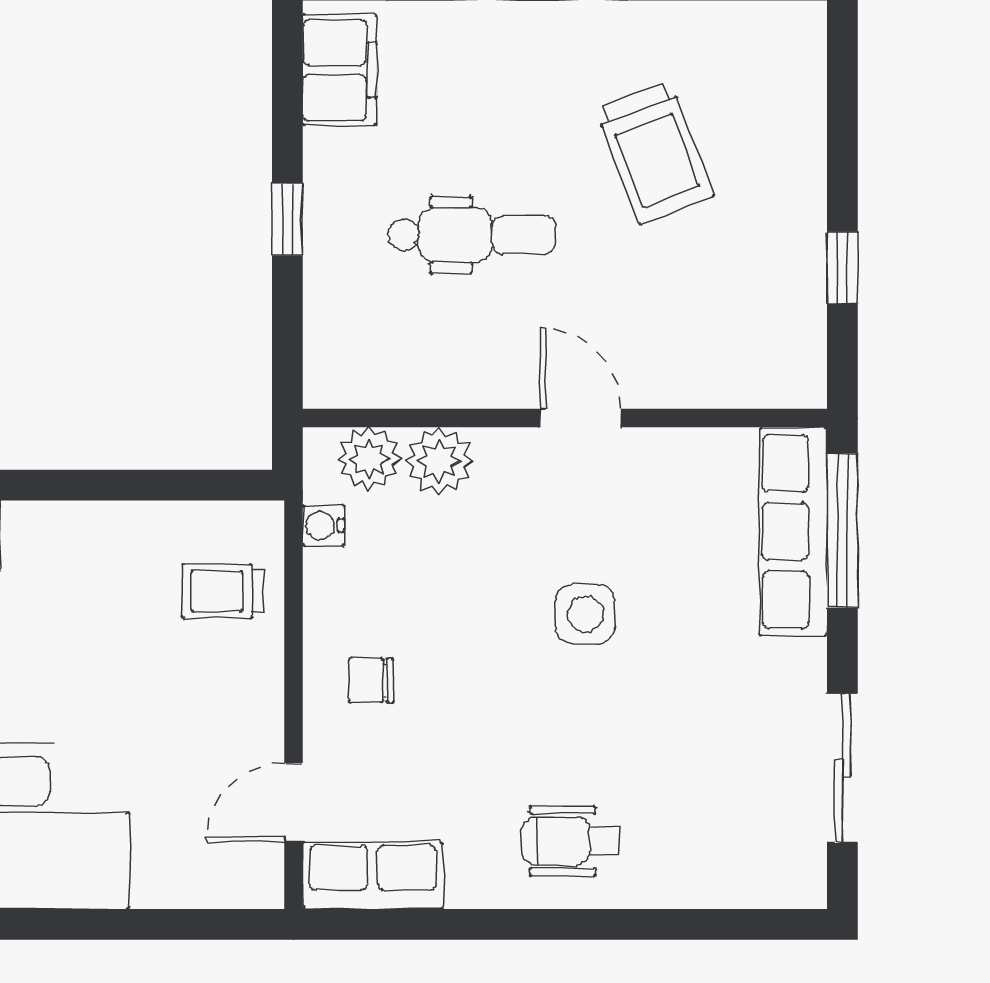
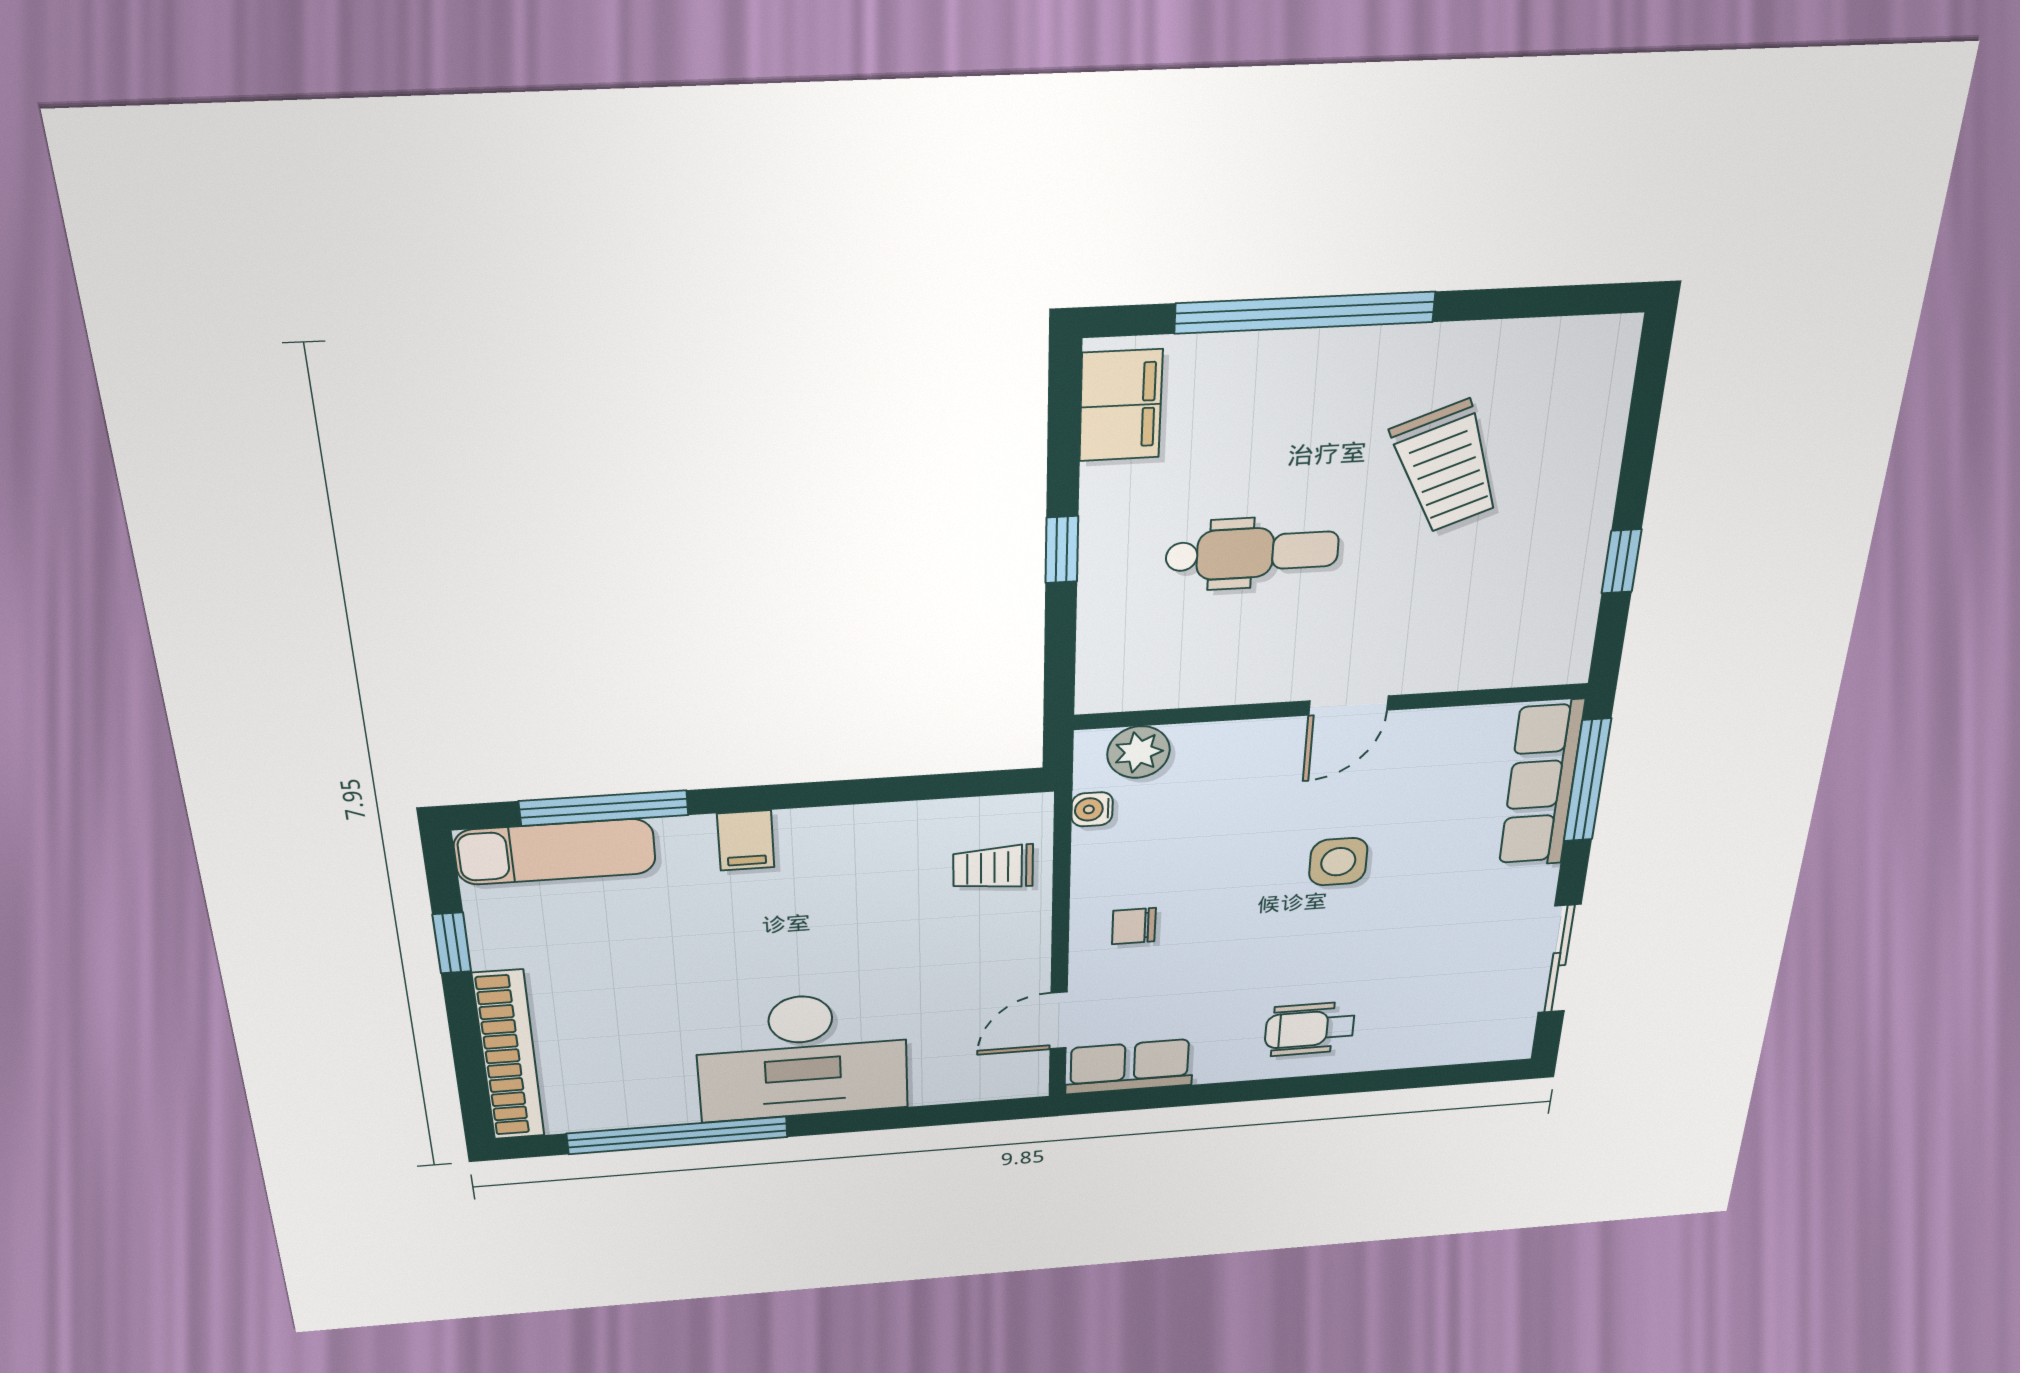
door: (581, 418) -> (1348, 705), swing flipped
plant: (439, 461) -> (1207, 750), removed

